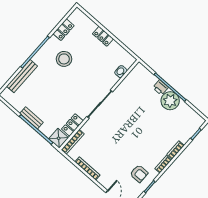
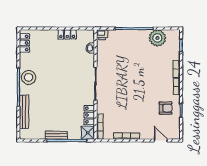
locker: (64, 30) -> (24, 43), moved
locker: (103, 36) -> (67, 34), moved
stool: (64, 59) -> (29, 77), moved
printer: (161, 87) -> (102, 35), moved
plant: (170, 101) -> (157, 38), moved

